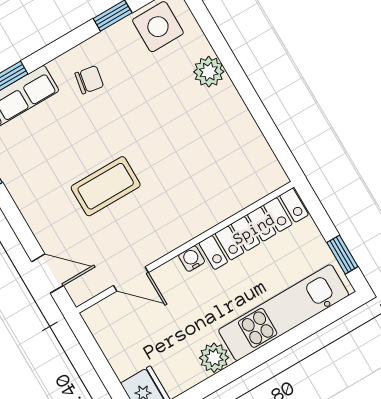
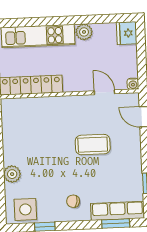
water cooler: (192, 259) -> (133, 84), moved

